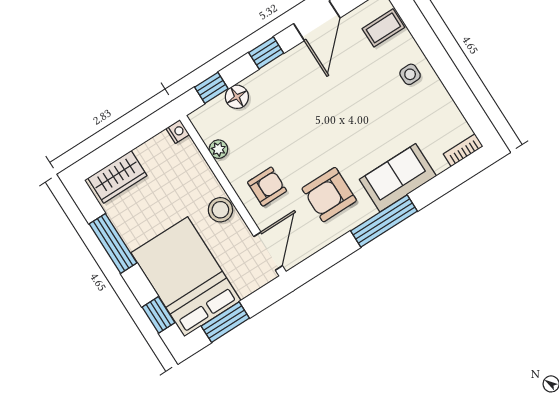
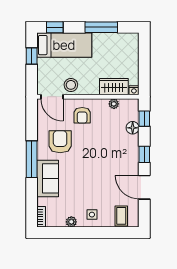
plant: (441, 99) -> (71, 222), added
wardrobe: (117, 177) -> (114, 87), moved, turned 90
stool: (220, 210) -> (71, 85), moved
bed: (186, 277) -> (64, 45), width x0.67
window: (225, 322) -> (32, 56), width x0.67

